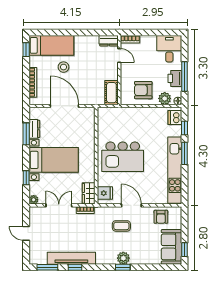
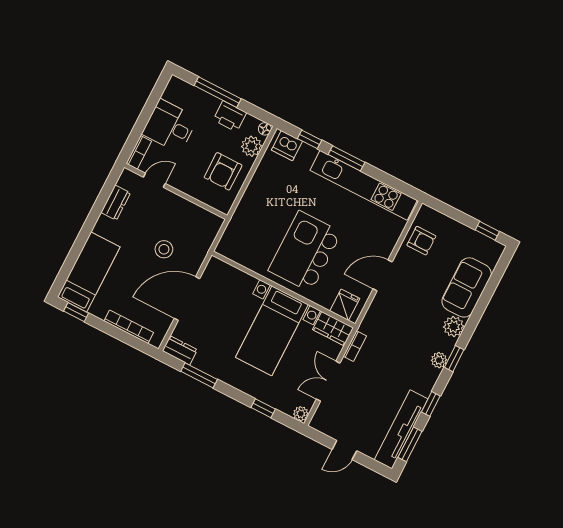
dresser: (109, 41) -> (116, 203), moved
desk: (169, 49) -> (170, 126), moved
stool: (64, 67) -> (164, 249), moved
window: (185, 77) -> (218, 92), moved
cot: (111, 93) -> (203, 220), removed
dresser: (34, 129) -> (180, 350), moved
kitchen island: (123, 157) -> (305, 251), turned 180
bed with nightstands: (54, 160) -> (272, 331), moved, turned 180
coffee table: (121, 226) -> (405, 305), removed
sofa: (172, 247) -> (467, 287), moved, turned 90
tv unit: (71, 258) -> (401, 429), moved
plant: (101, 260) -> (439, 360), added
window: (123, 267) -> (454, 359), moved

